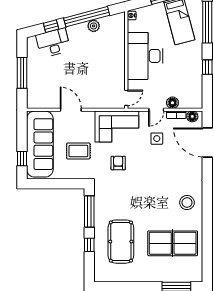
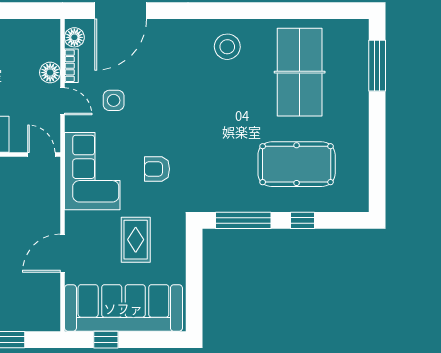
window: (22, 159) -> (106, 340), moved

